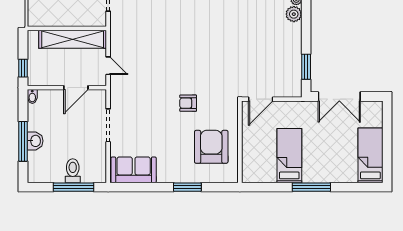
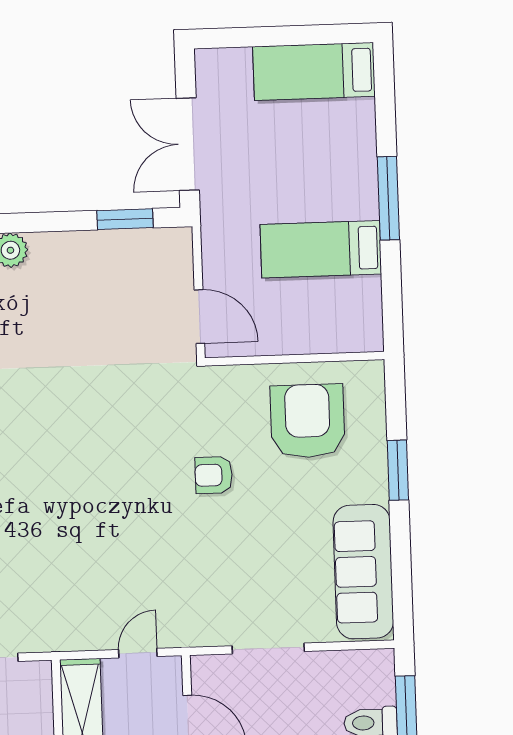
double door: (339, 97) -> (188, 144), swing flipped
armchair: (188, 103) -> (214, 475), turned 90
armchair: (211, 147) -> (307, 421), turned 90
sofa: (134, 170) -> (363, 572), width x1.36

